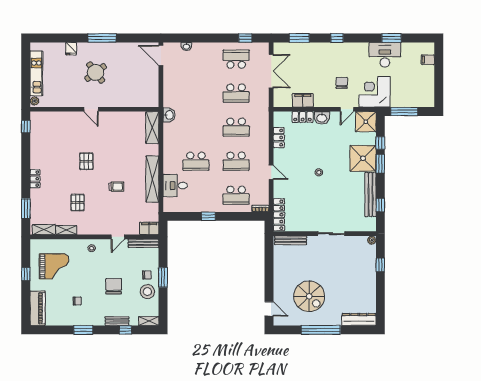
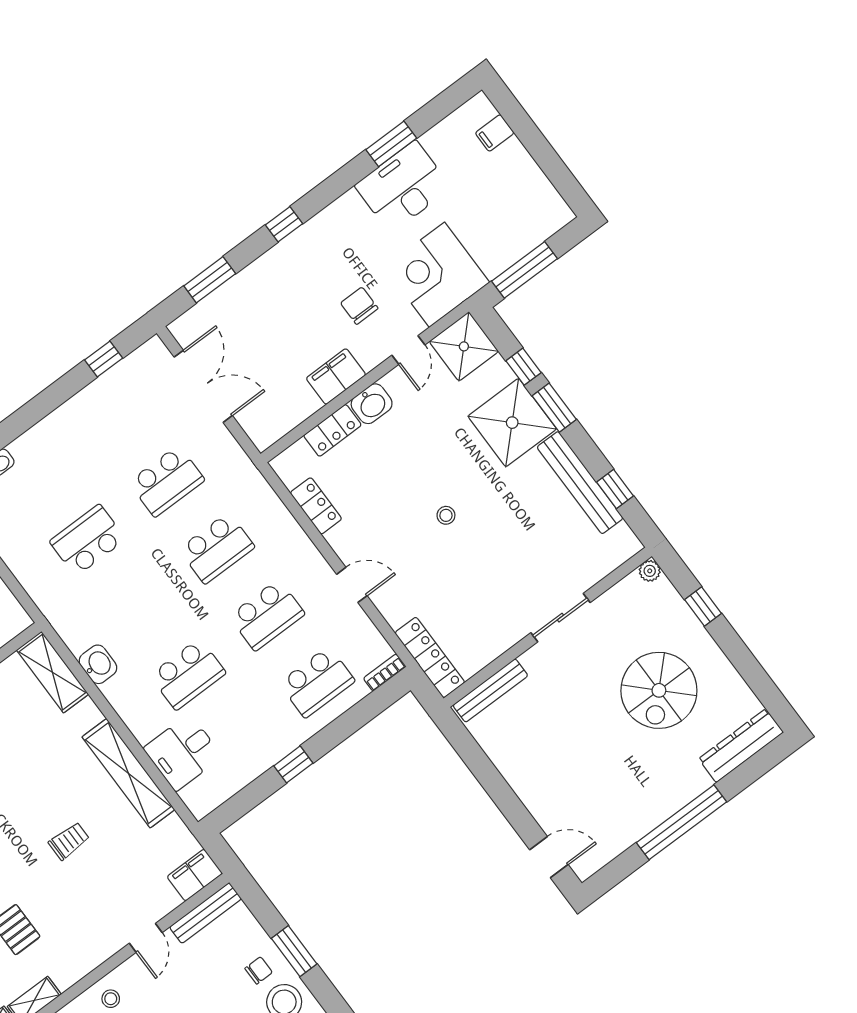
school desk: (236, 59) -> (88, 540), moved
filing cabinet: (303, 100) -> (336, 376), moved
washbasin: (169, 115) -> (98, 664), moved
spiral stairs: (309, 296) -> (659, 690), moved, turned 90

